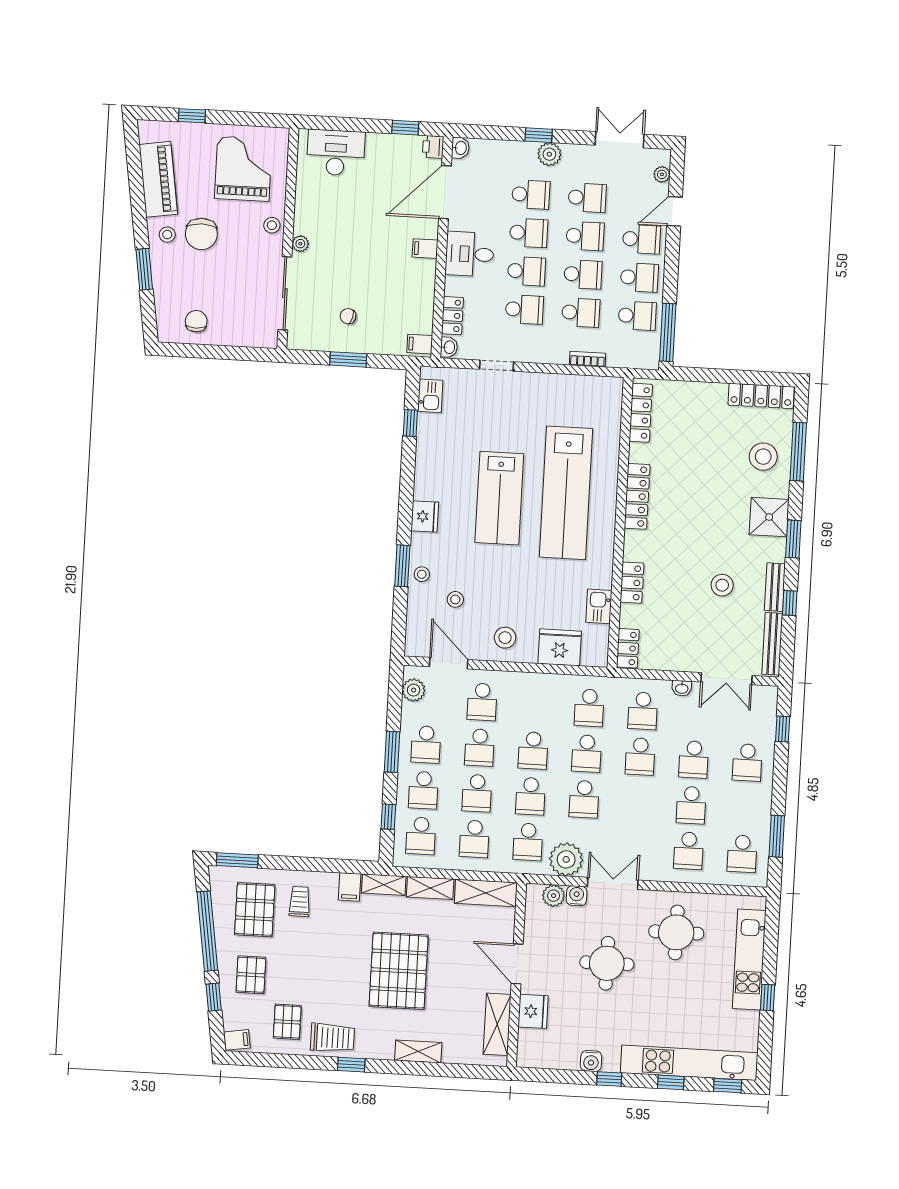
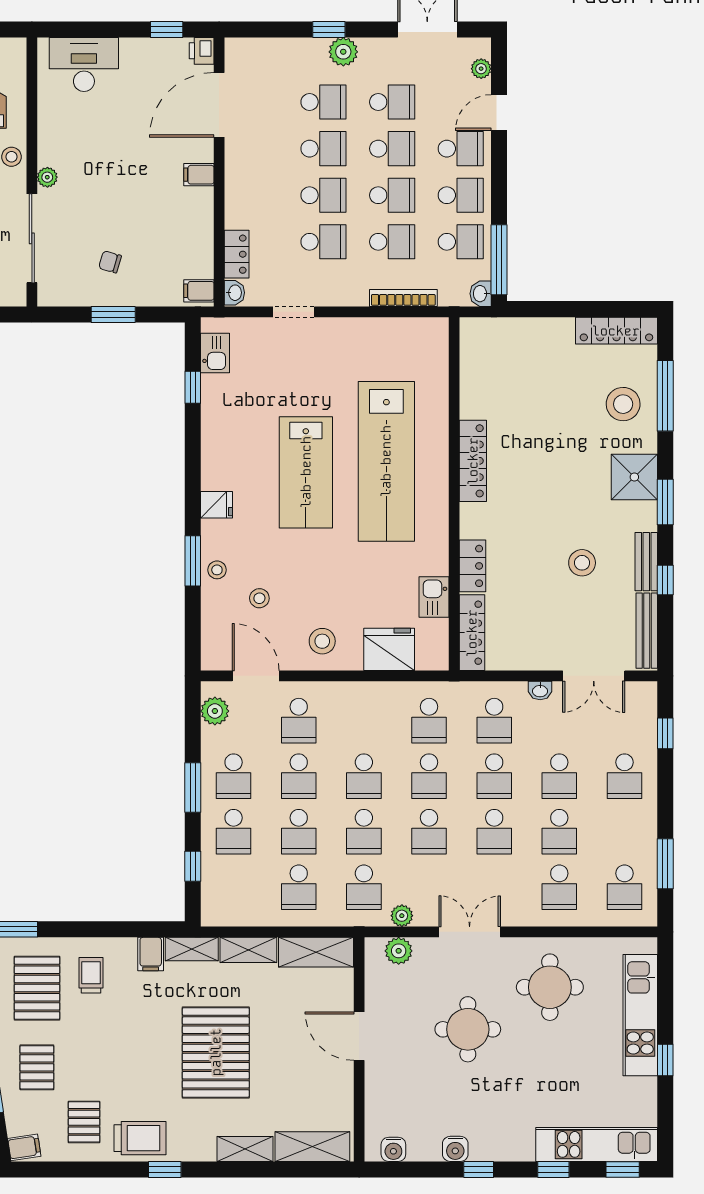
washbasin: (460, 148) -> (481, 294), moved, turned 180
desk: (470, 254) -> (253, 178), removed
bookcase: (587, 359) -> (403, 298), width x1.56
locker: (641, 413) -> (472, 359), removed
fridge: (425, 516) -> (217, 505), width x0.72
locker: (628, 648) -> (472, 633), width x1.53
school desk: (421, 836) -> (494, 832), moved
plant: (566, 859) -> (402, 916), width x0.53, depth x0.53
water cooler: (577, 896) -> (393, 1149), moved, turned 180
fridge: (533, 1011) -> (382, 1093), removed
shelving: (497, 1024) -> (312, 1147), moved, turned 90
kitchen unit: (689, 1063) -> (597, 1144), width x0.73

